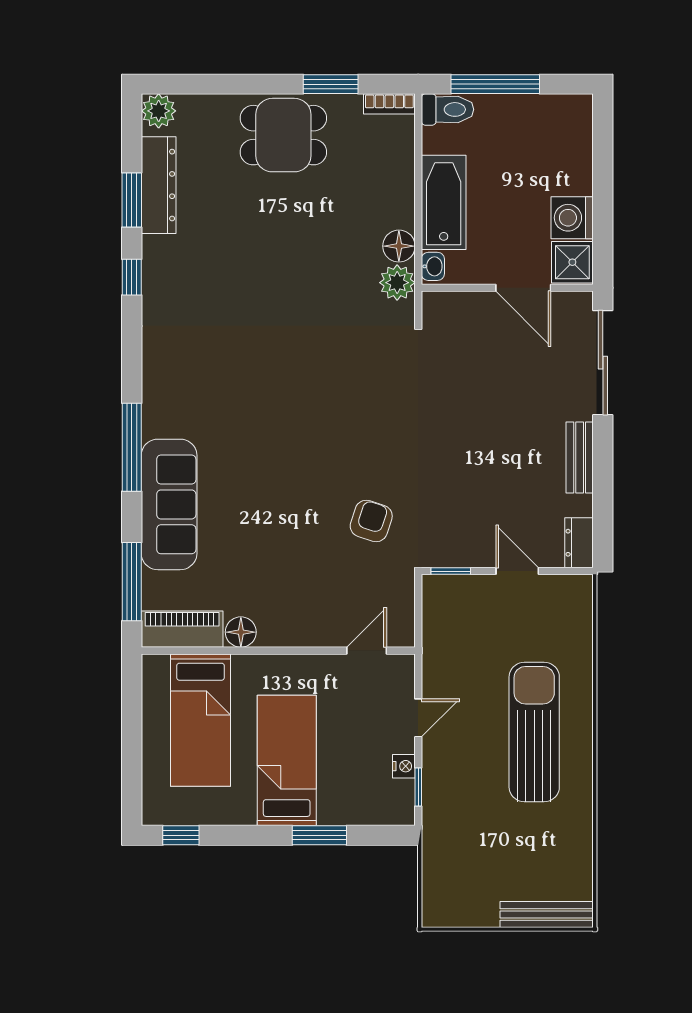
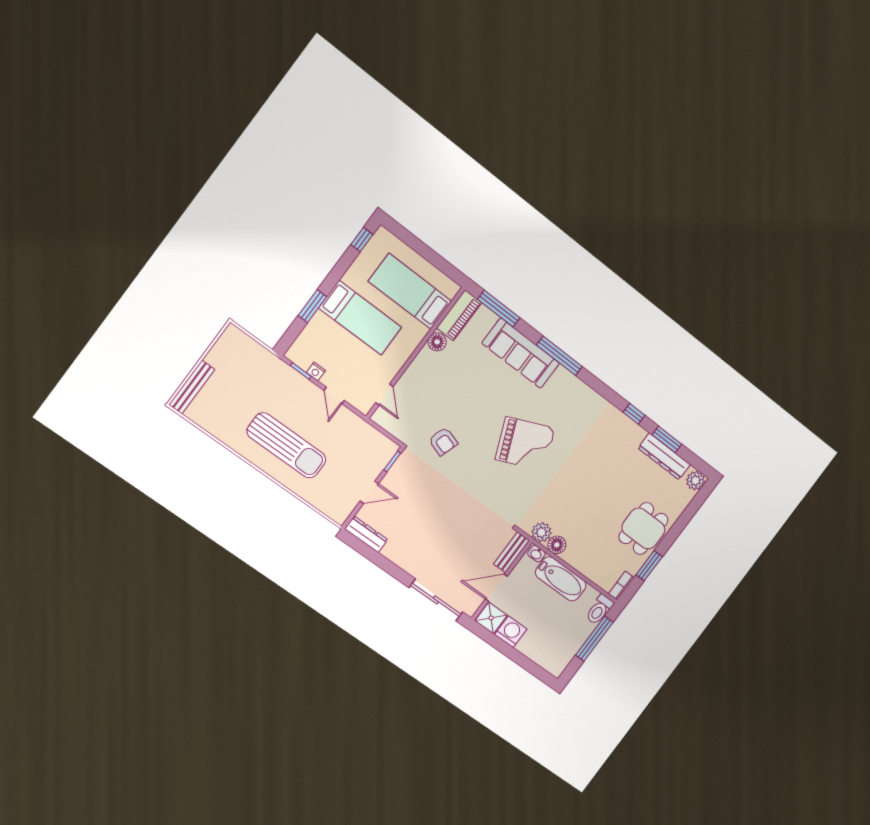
grand piano: (289, 402) -> (525, 444), added
bench: (580, 457) -> (511, 552), moved, turned 90
dresser: (579, 543) -> (366, 534), width x1.44

